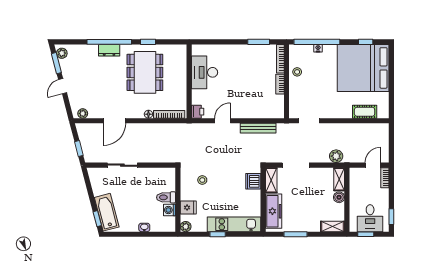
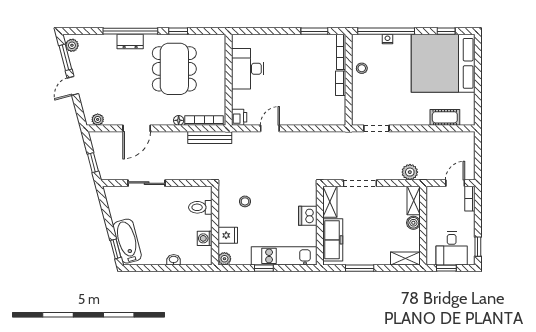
bench: (258, 128) -> (210, 138), moved
dishwasher: (253, 181) -> (308, 216), moved
toilet: (166, 197) -> (200, 207), moved

